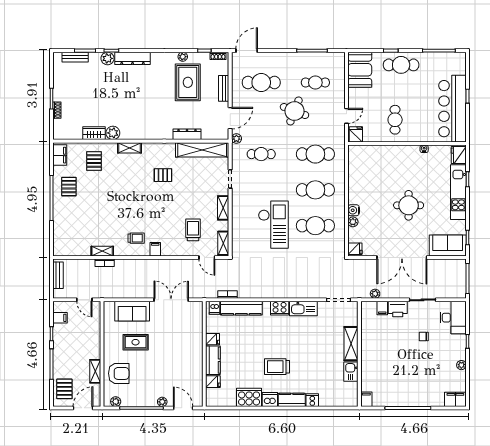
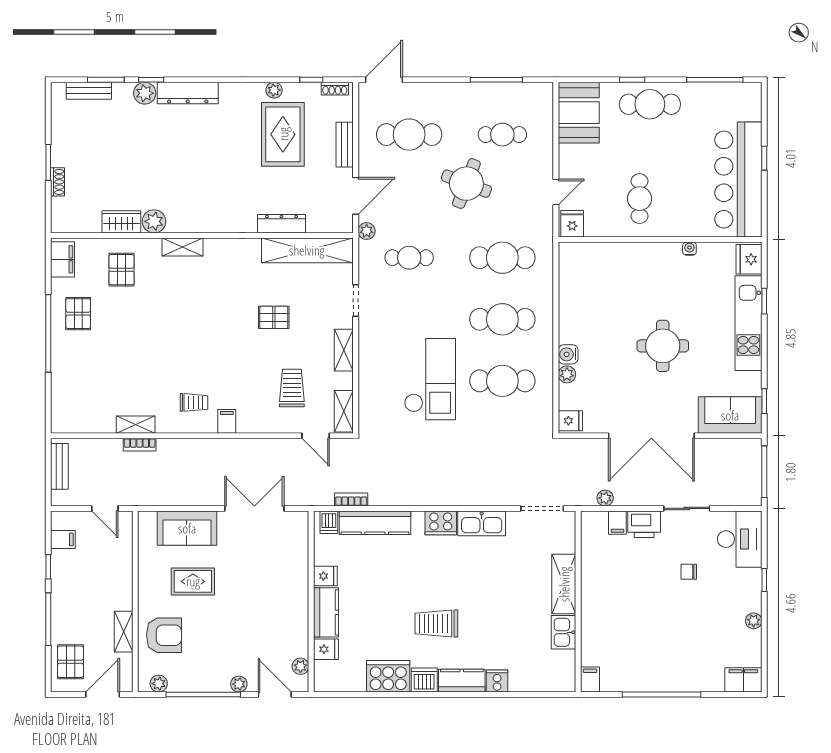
pallet: (163, 175) -> (274, 317), moved
plant: (198, 392) -> (300, 666), added

